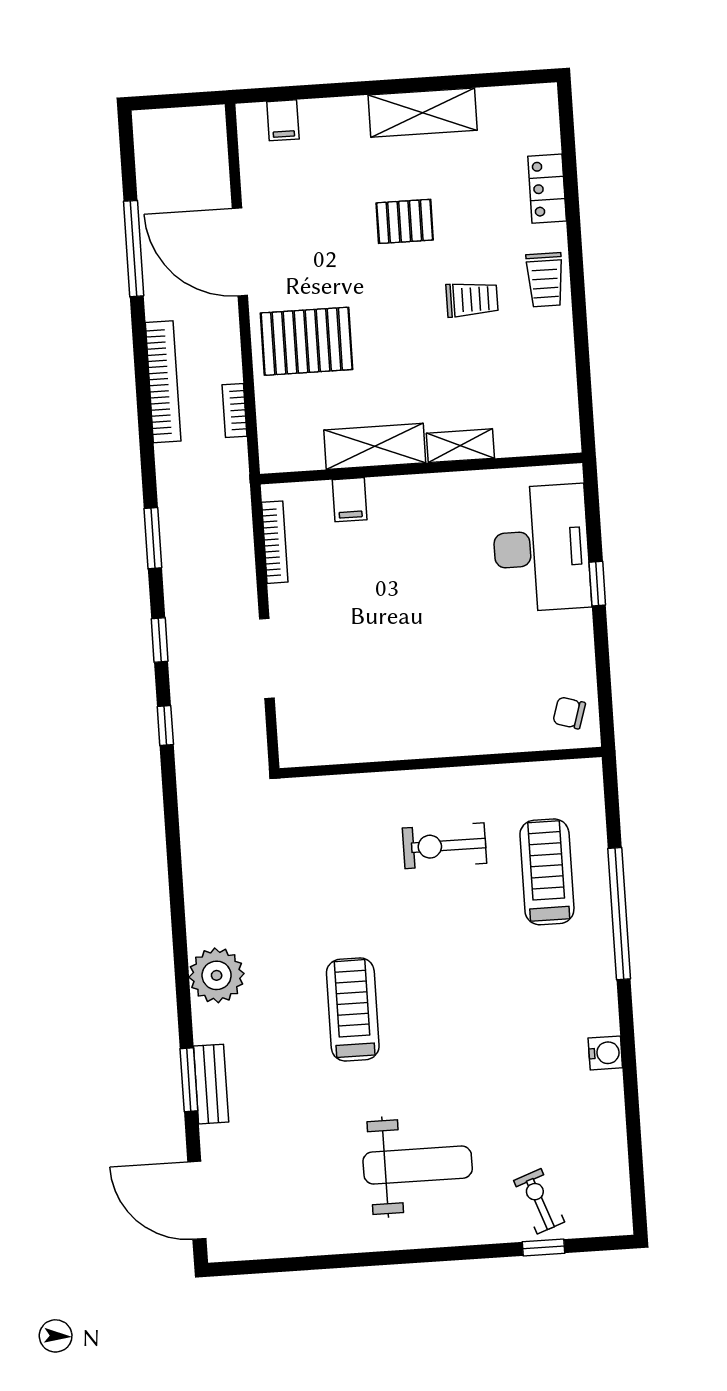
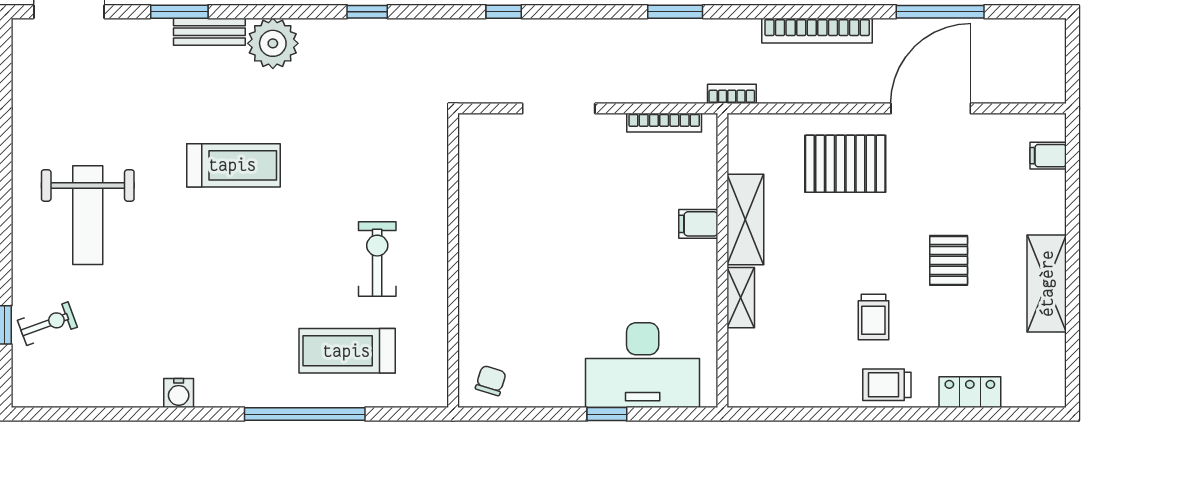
pallet: (307, 341) -> (845, 164), turned 90
bookcase: (235, 411) -> (732, 94), moved
filing cabinet: (350, 500) -> (698, 224), moved
window: (160, 640) -> (367, 12), moved
treadmill: (547, 872) -> (347, 351), turned 180
bench: (211, 1084) -> (209, 32), moved

